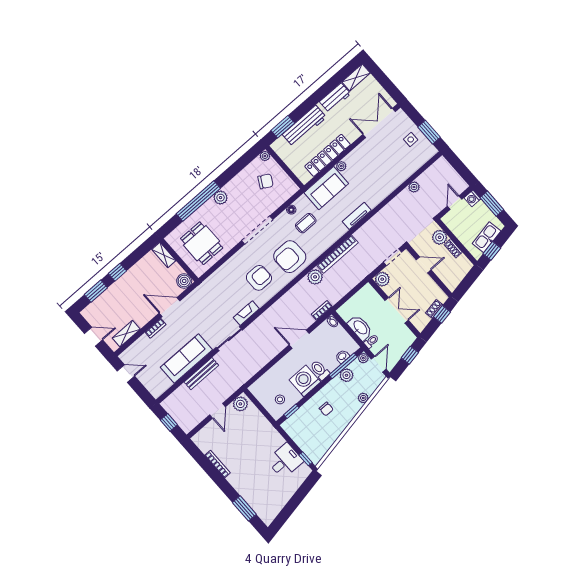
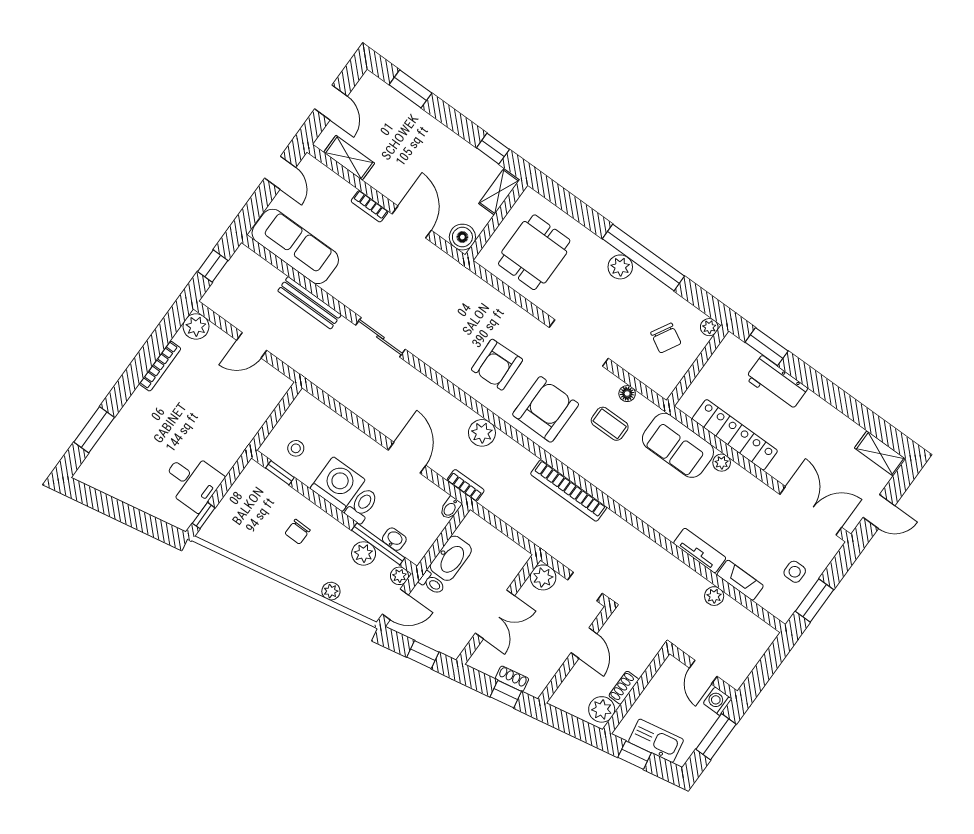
door: (388, 85) -> (879, 512), added
workbench: (335, 98) -> (837, 425), removed
workbench: (304, 126) -> (777, 383), width x0.73
window: (198, 201) -> (643, 257), moved
door: (455, 203) -> (703, 672), swing flipped
tv unit: (357, 216) -> (700, 551), moved
plant: (440, 237) -> (602, 709), moved
armchair: (290, 257) -> (546, 409), turned 91
window: (117, 272) -> (493, 149), moved
plant: (315, 277) -> (482, 433), moved
armchair: (259, 278) -> (497, 365), turned 88
fireplace: (246, 313) -> (740, 580), moved
sofa: (186, 359) -> (295, 246), moved
plant: (240, 404) -> (196, 327), moved

